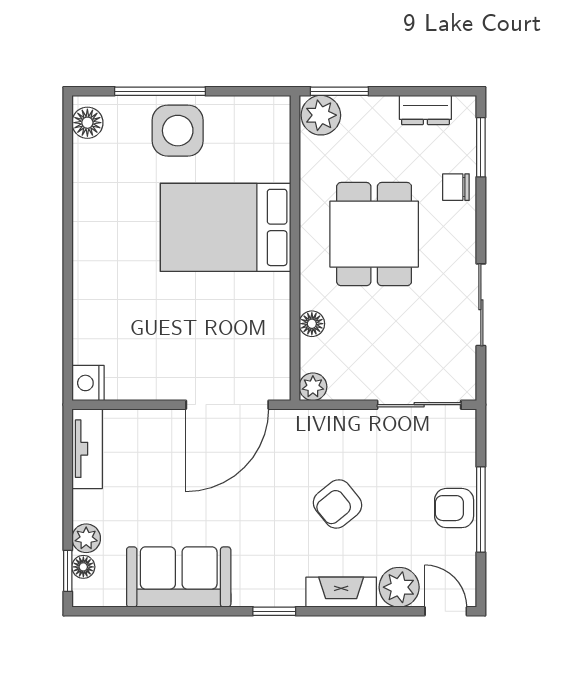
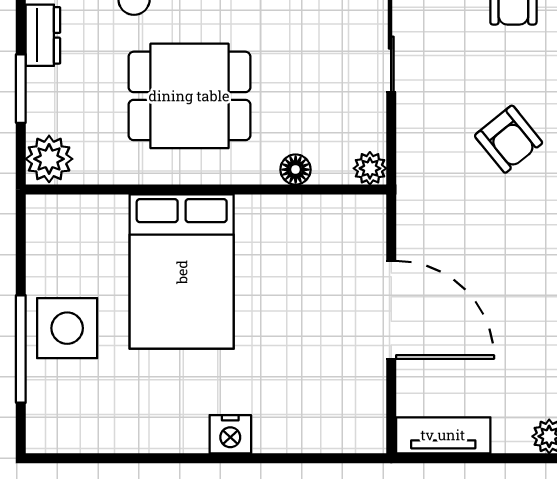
window: (339, 91) -> (21, 89), moved
floor lamp: (87, 123) -> (58, 435), removed
nightstand: (88, 383) -> (230, 434), moved
door: (227, 405) -> (391, 310), moved

